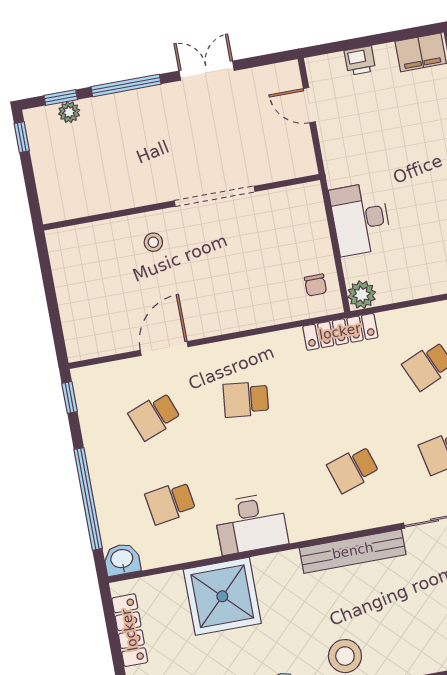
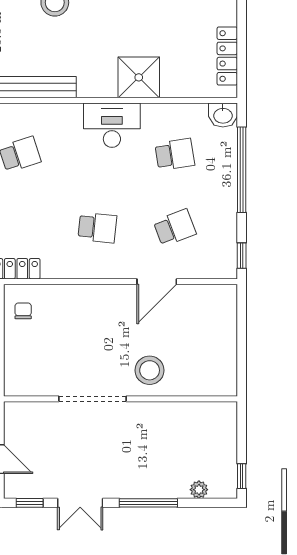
window: (61, 97) -> (30, 503), moved
stool: (153, 242) -> (150, 370), width x1.89, depth x1.89
shower: (222, 596) -> (139, 77), width x0.73, depth x0.73

